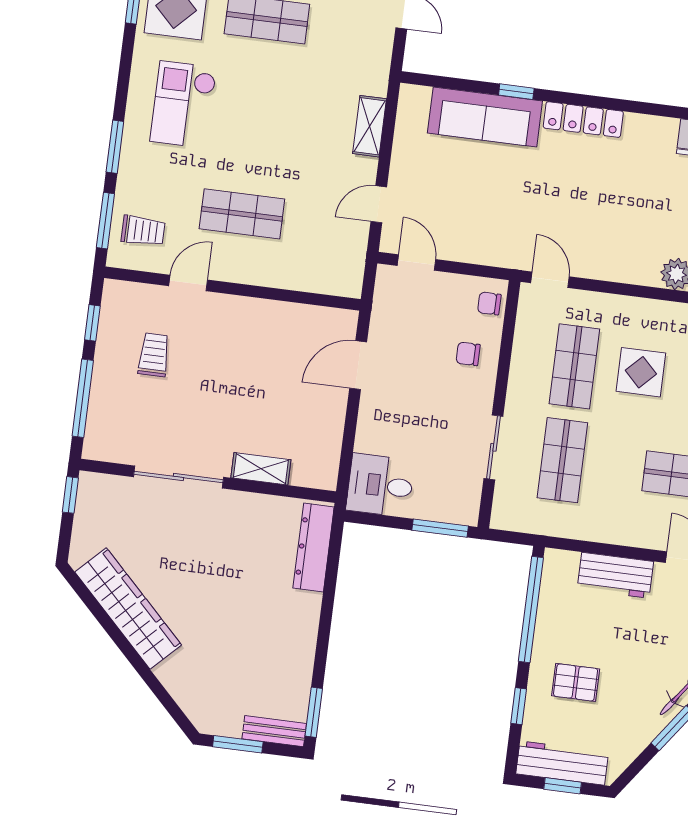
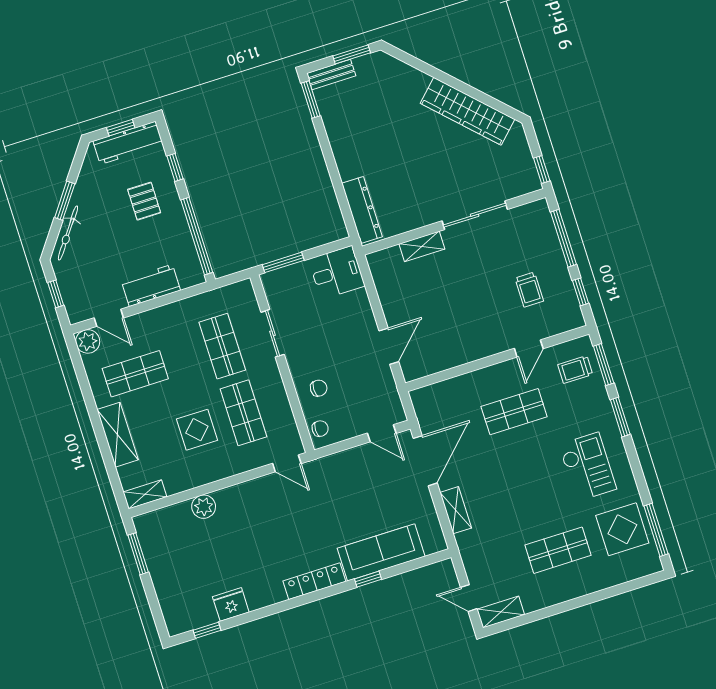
door: (379, 204) -> (425, 461), width x1.87
pallet: (576, 682) -> (144, 201), turned 90

